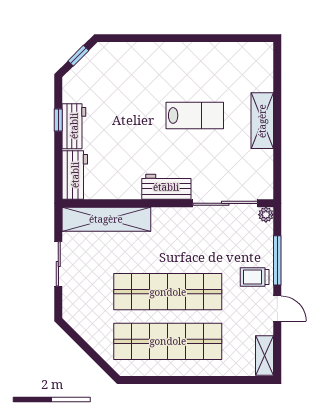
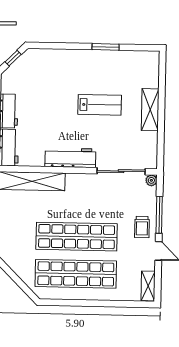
window: (201, 38) -> (106, 47), added
workbench: (166, 187) -> (70, 158), width x1.38
trolley: (255, 277) -> (142, 227), turned -90

